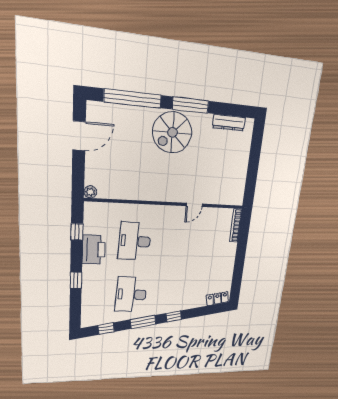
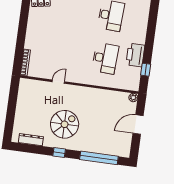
window: (190, 105) -> (59, 152), width x0.46
spiral stairs: (172, 132) -> (65, 124), moved
door: (79, 136) -> (138, 124), moved
window: (76, 280) -> (151, 33), removed

